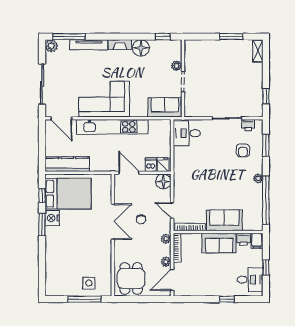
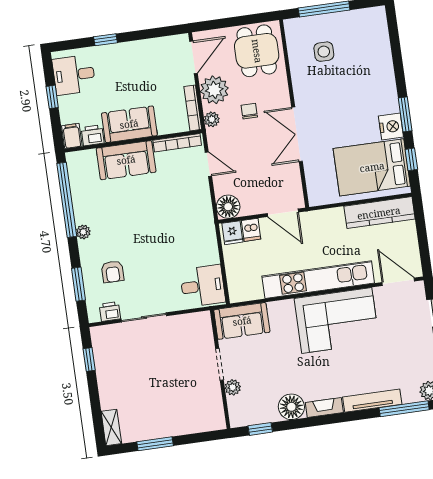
armchair: (243, 150) -> (113, 272), turned 180
chair: (141, 219) -> (249, 111), moved
plant: (166, 262) -> (214, 90), width x1.88, depth x1.88
side table: (89, 283) -> (324, 52), moved

